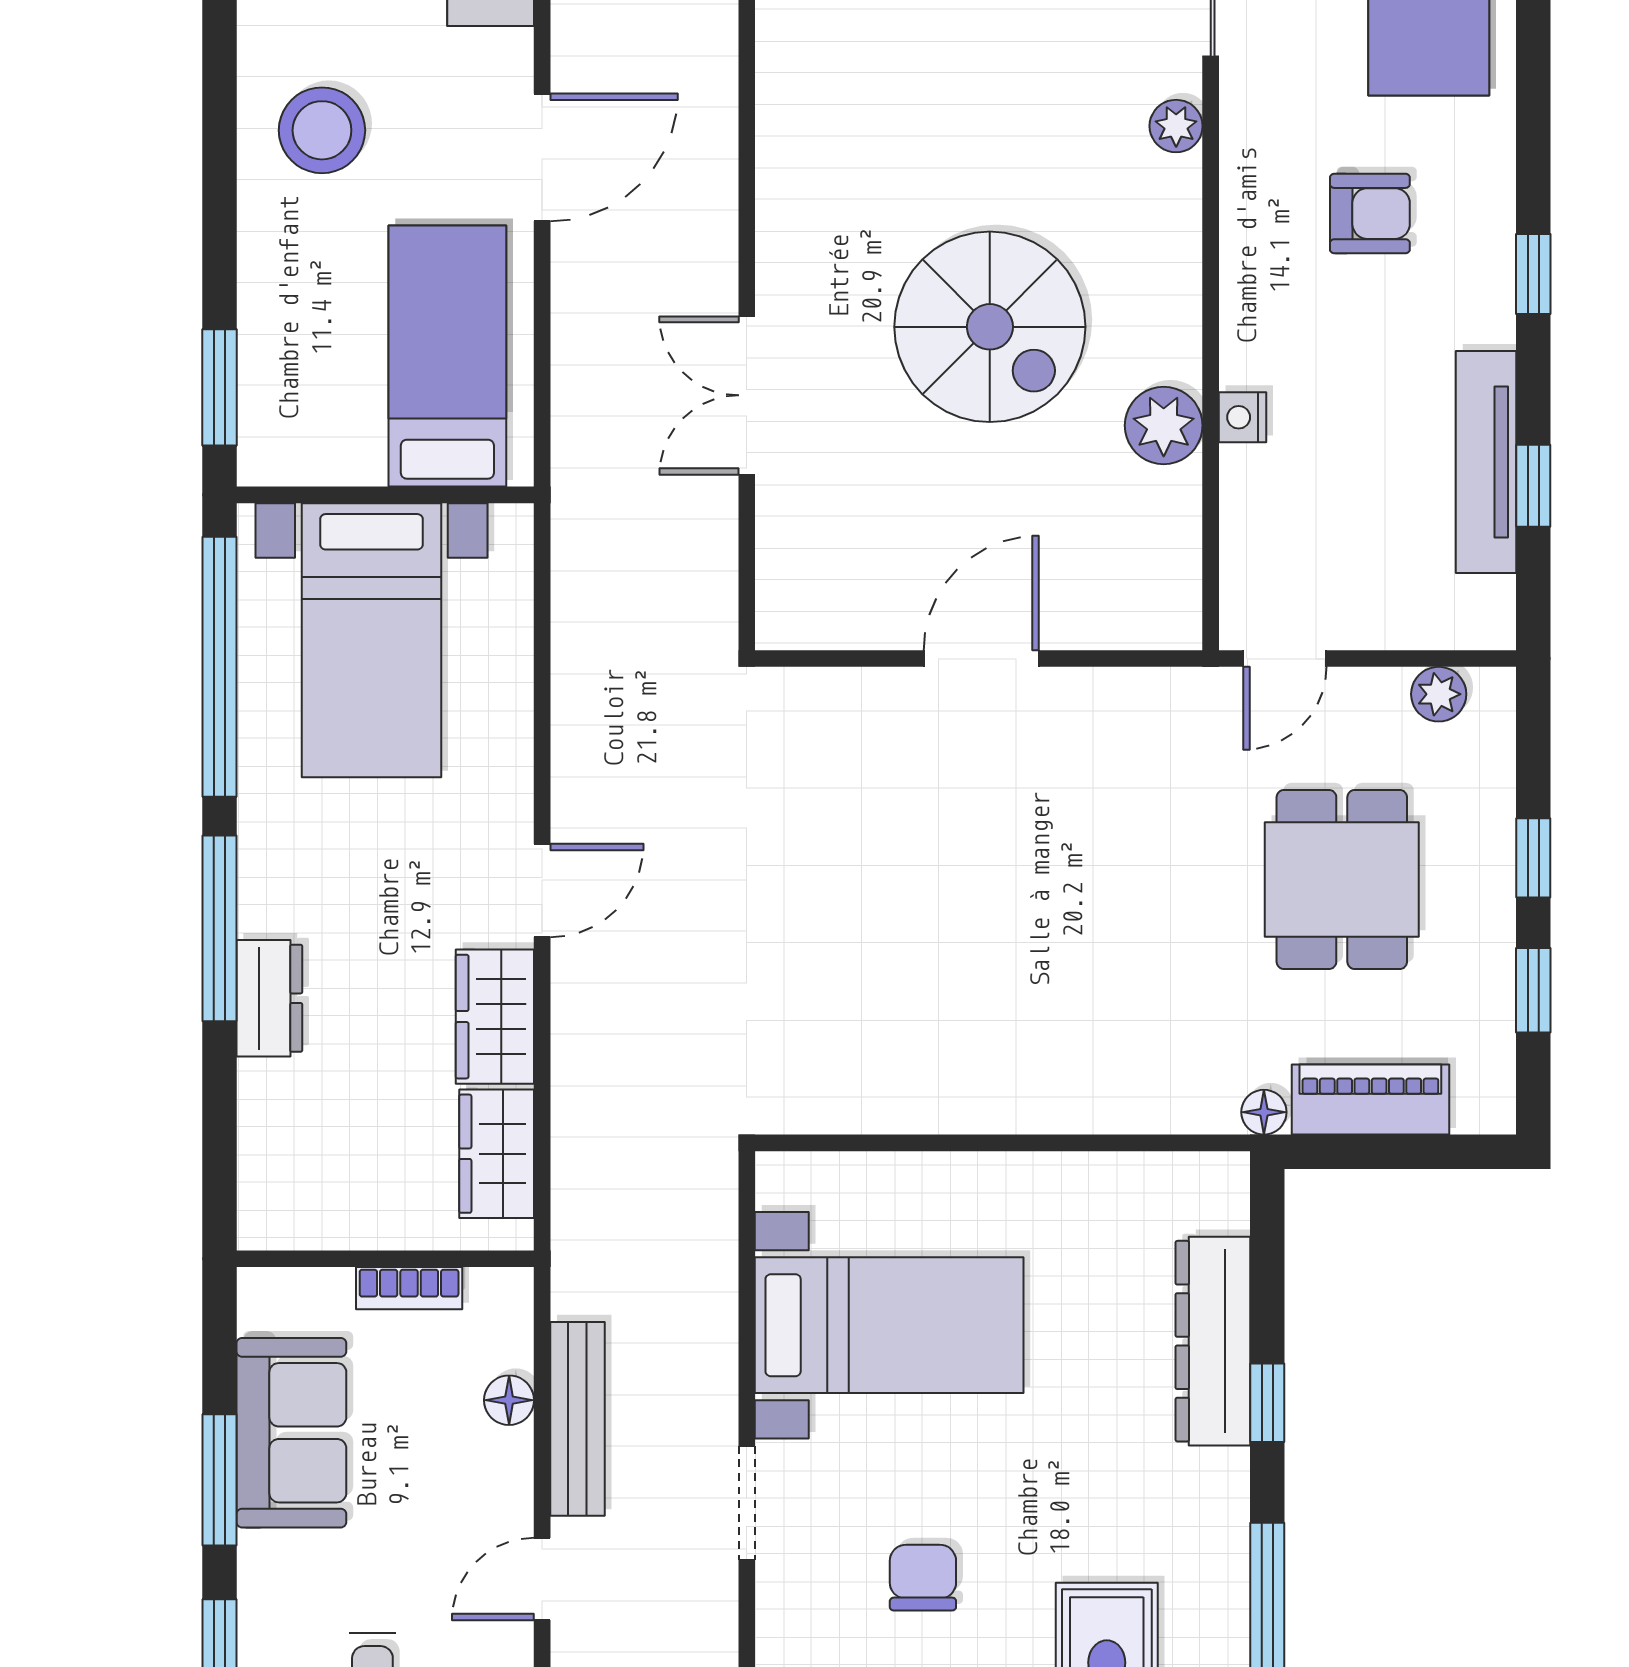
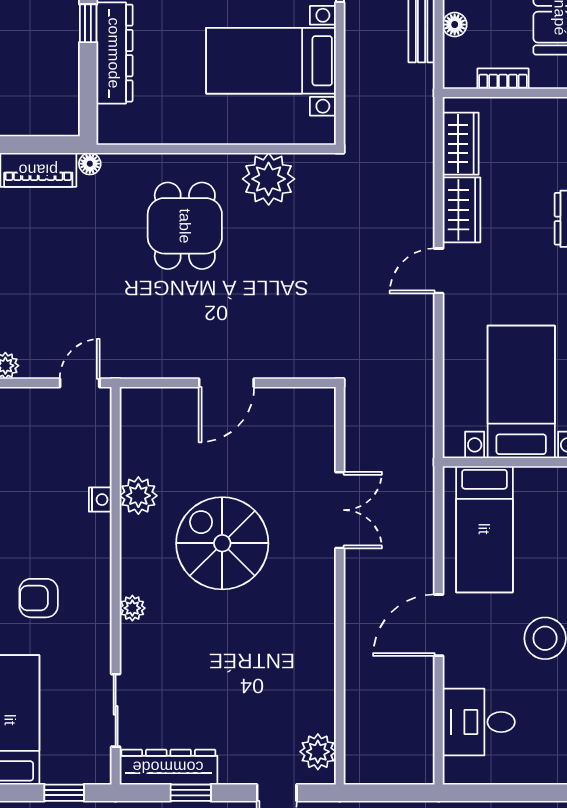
plant: (1176, 126) -> (132, 608), moved
dining table: (1342, 880) -> (185, 226), moved
plant: (894, 1081) -> (269, 179), added

